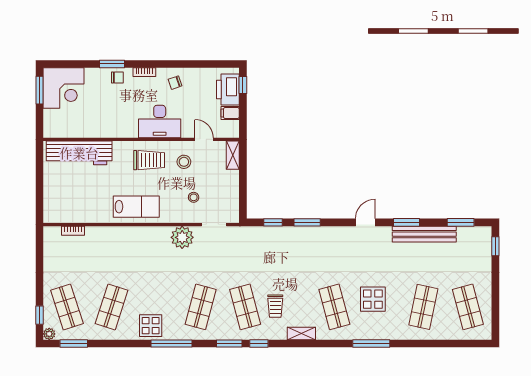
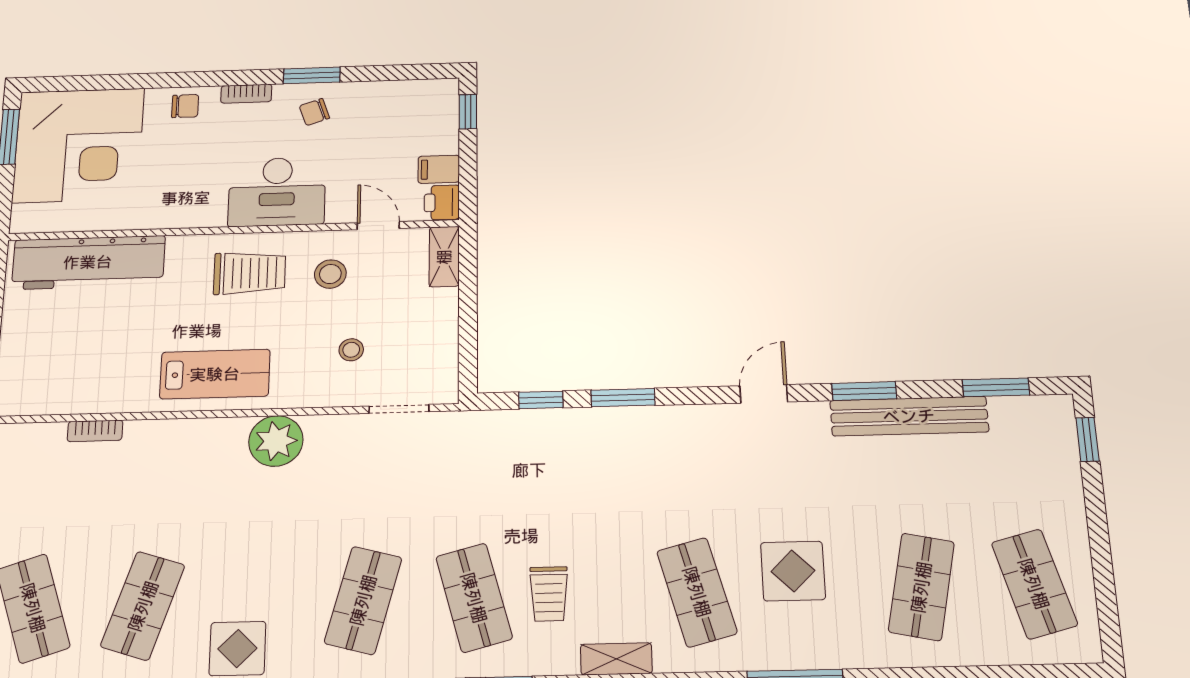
window: (112, 64) -> (312, 75), moved
corner desk: (64, 88) -> (79, 145), width x1.36, depth x1.36
printer: (228, 90) -> (442, 202), moved, width x0.53, depth x0.68
bookcase: (73, 231) -> (95, 431), moved
plant: (182, 237) -> (276, 441), moved

